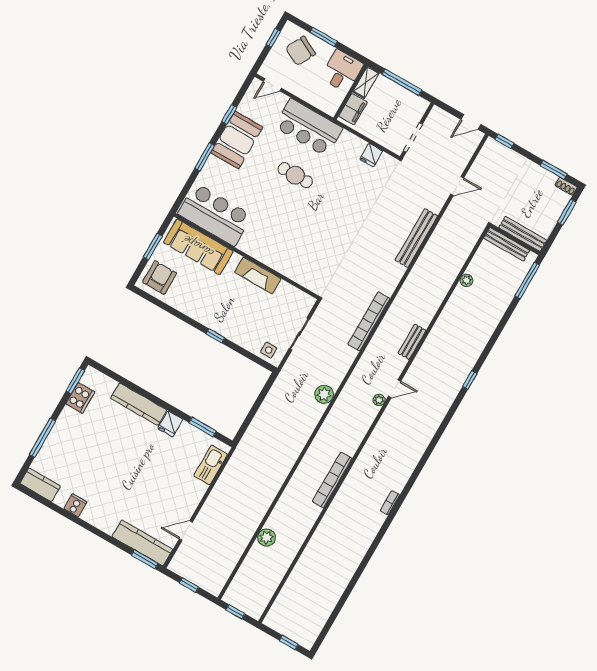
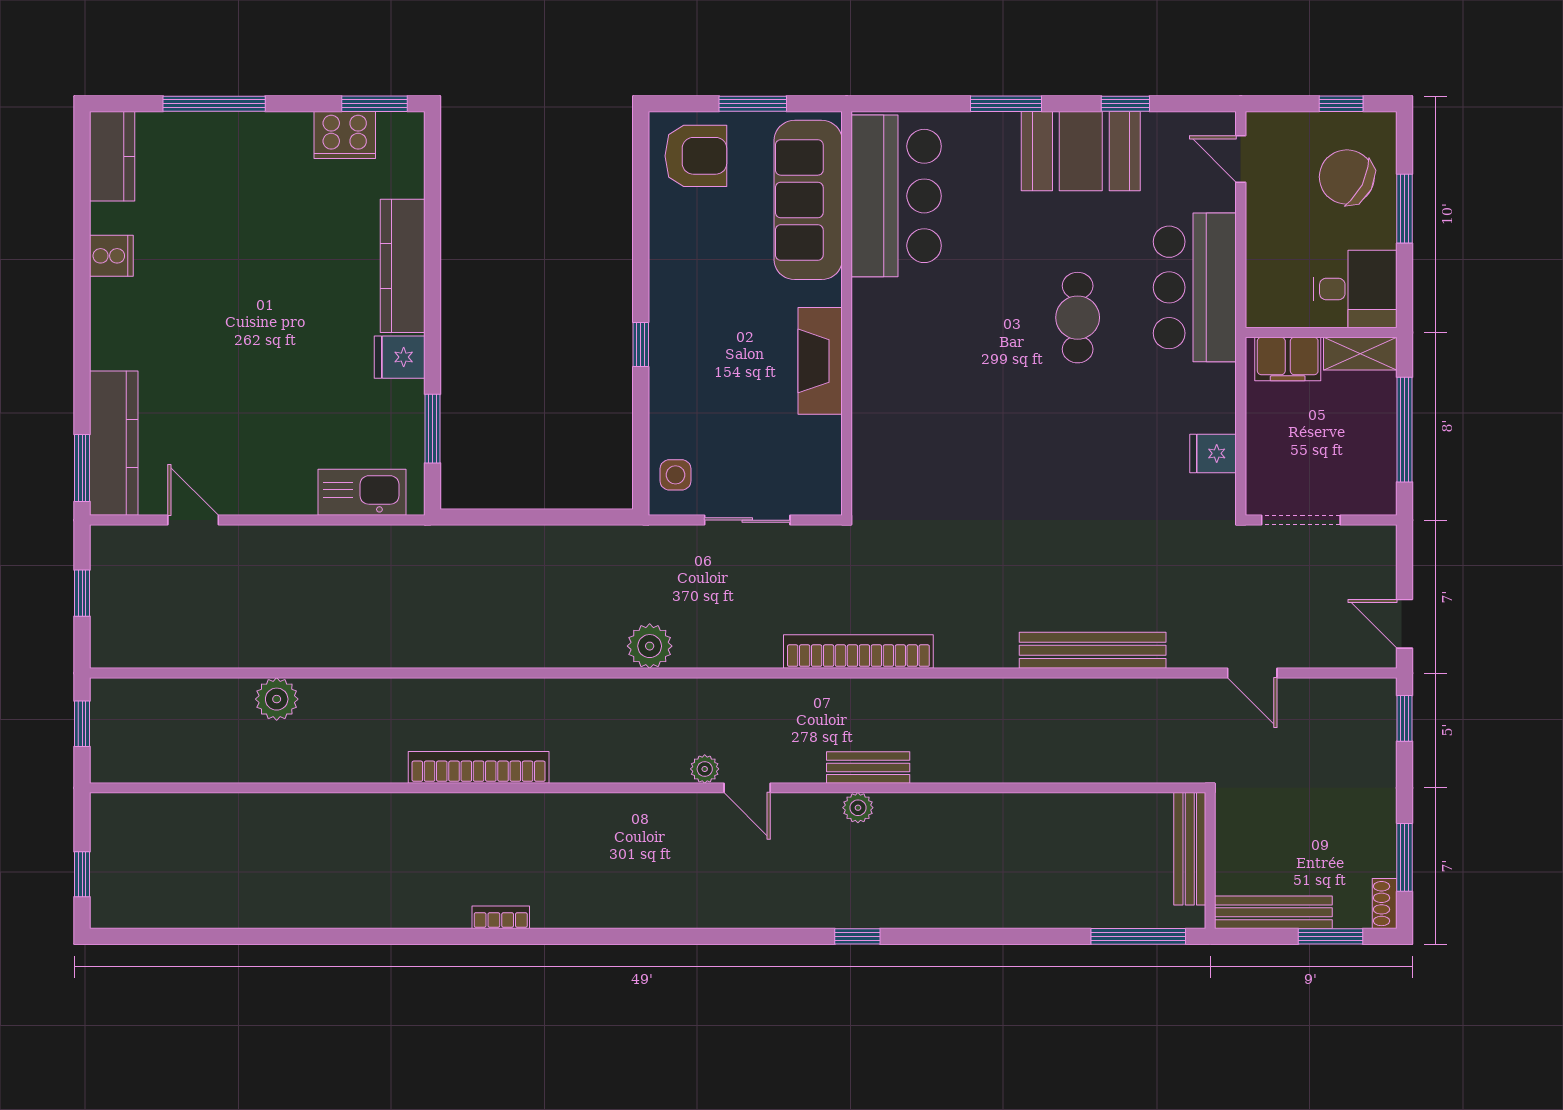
bench: (523, 234) -> (1273, 912), moved, turned 90
plant: (466, 280) -> (858, 808), moved

